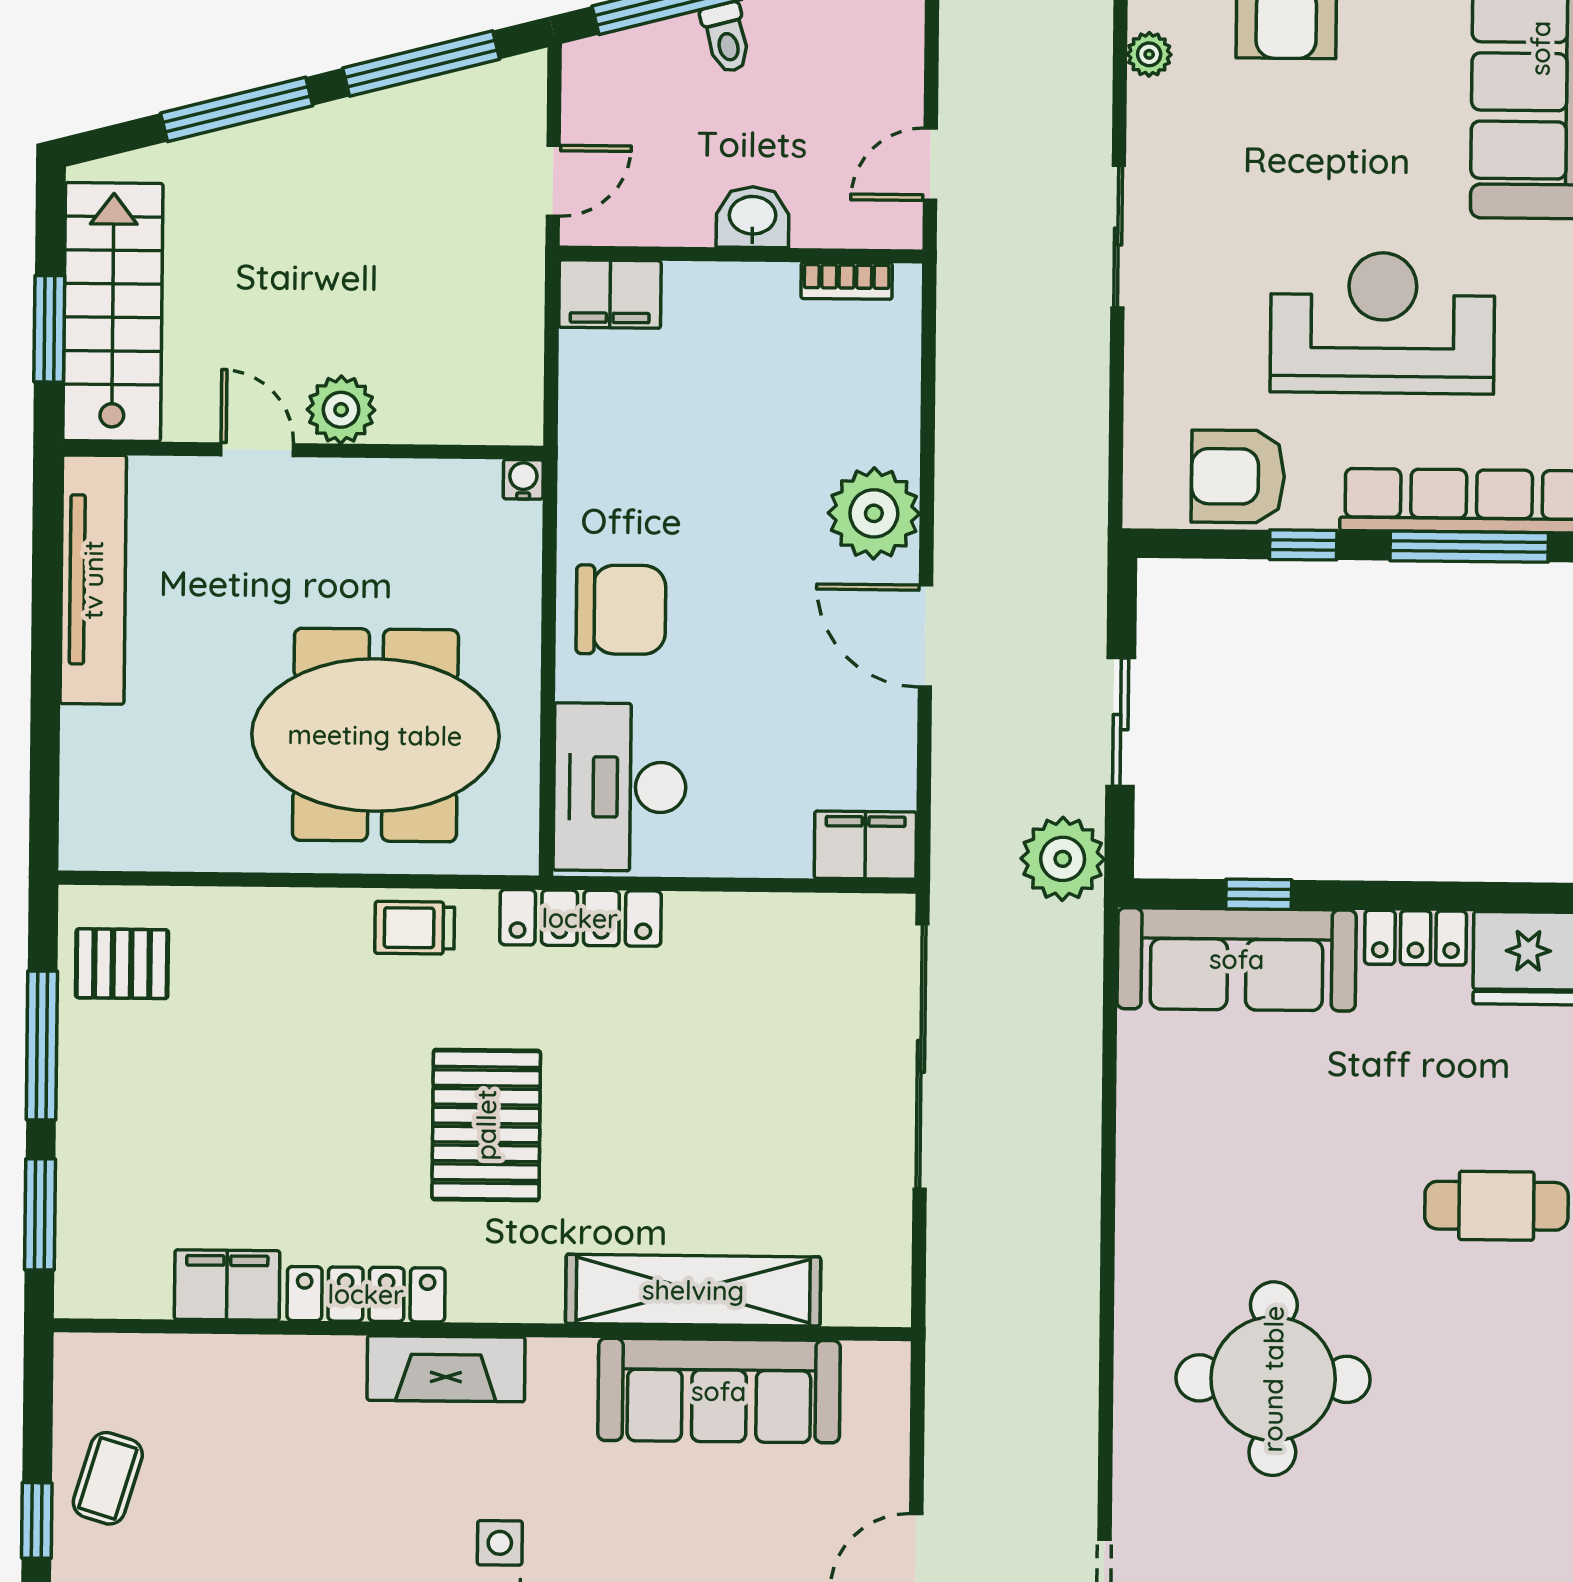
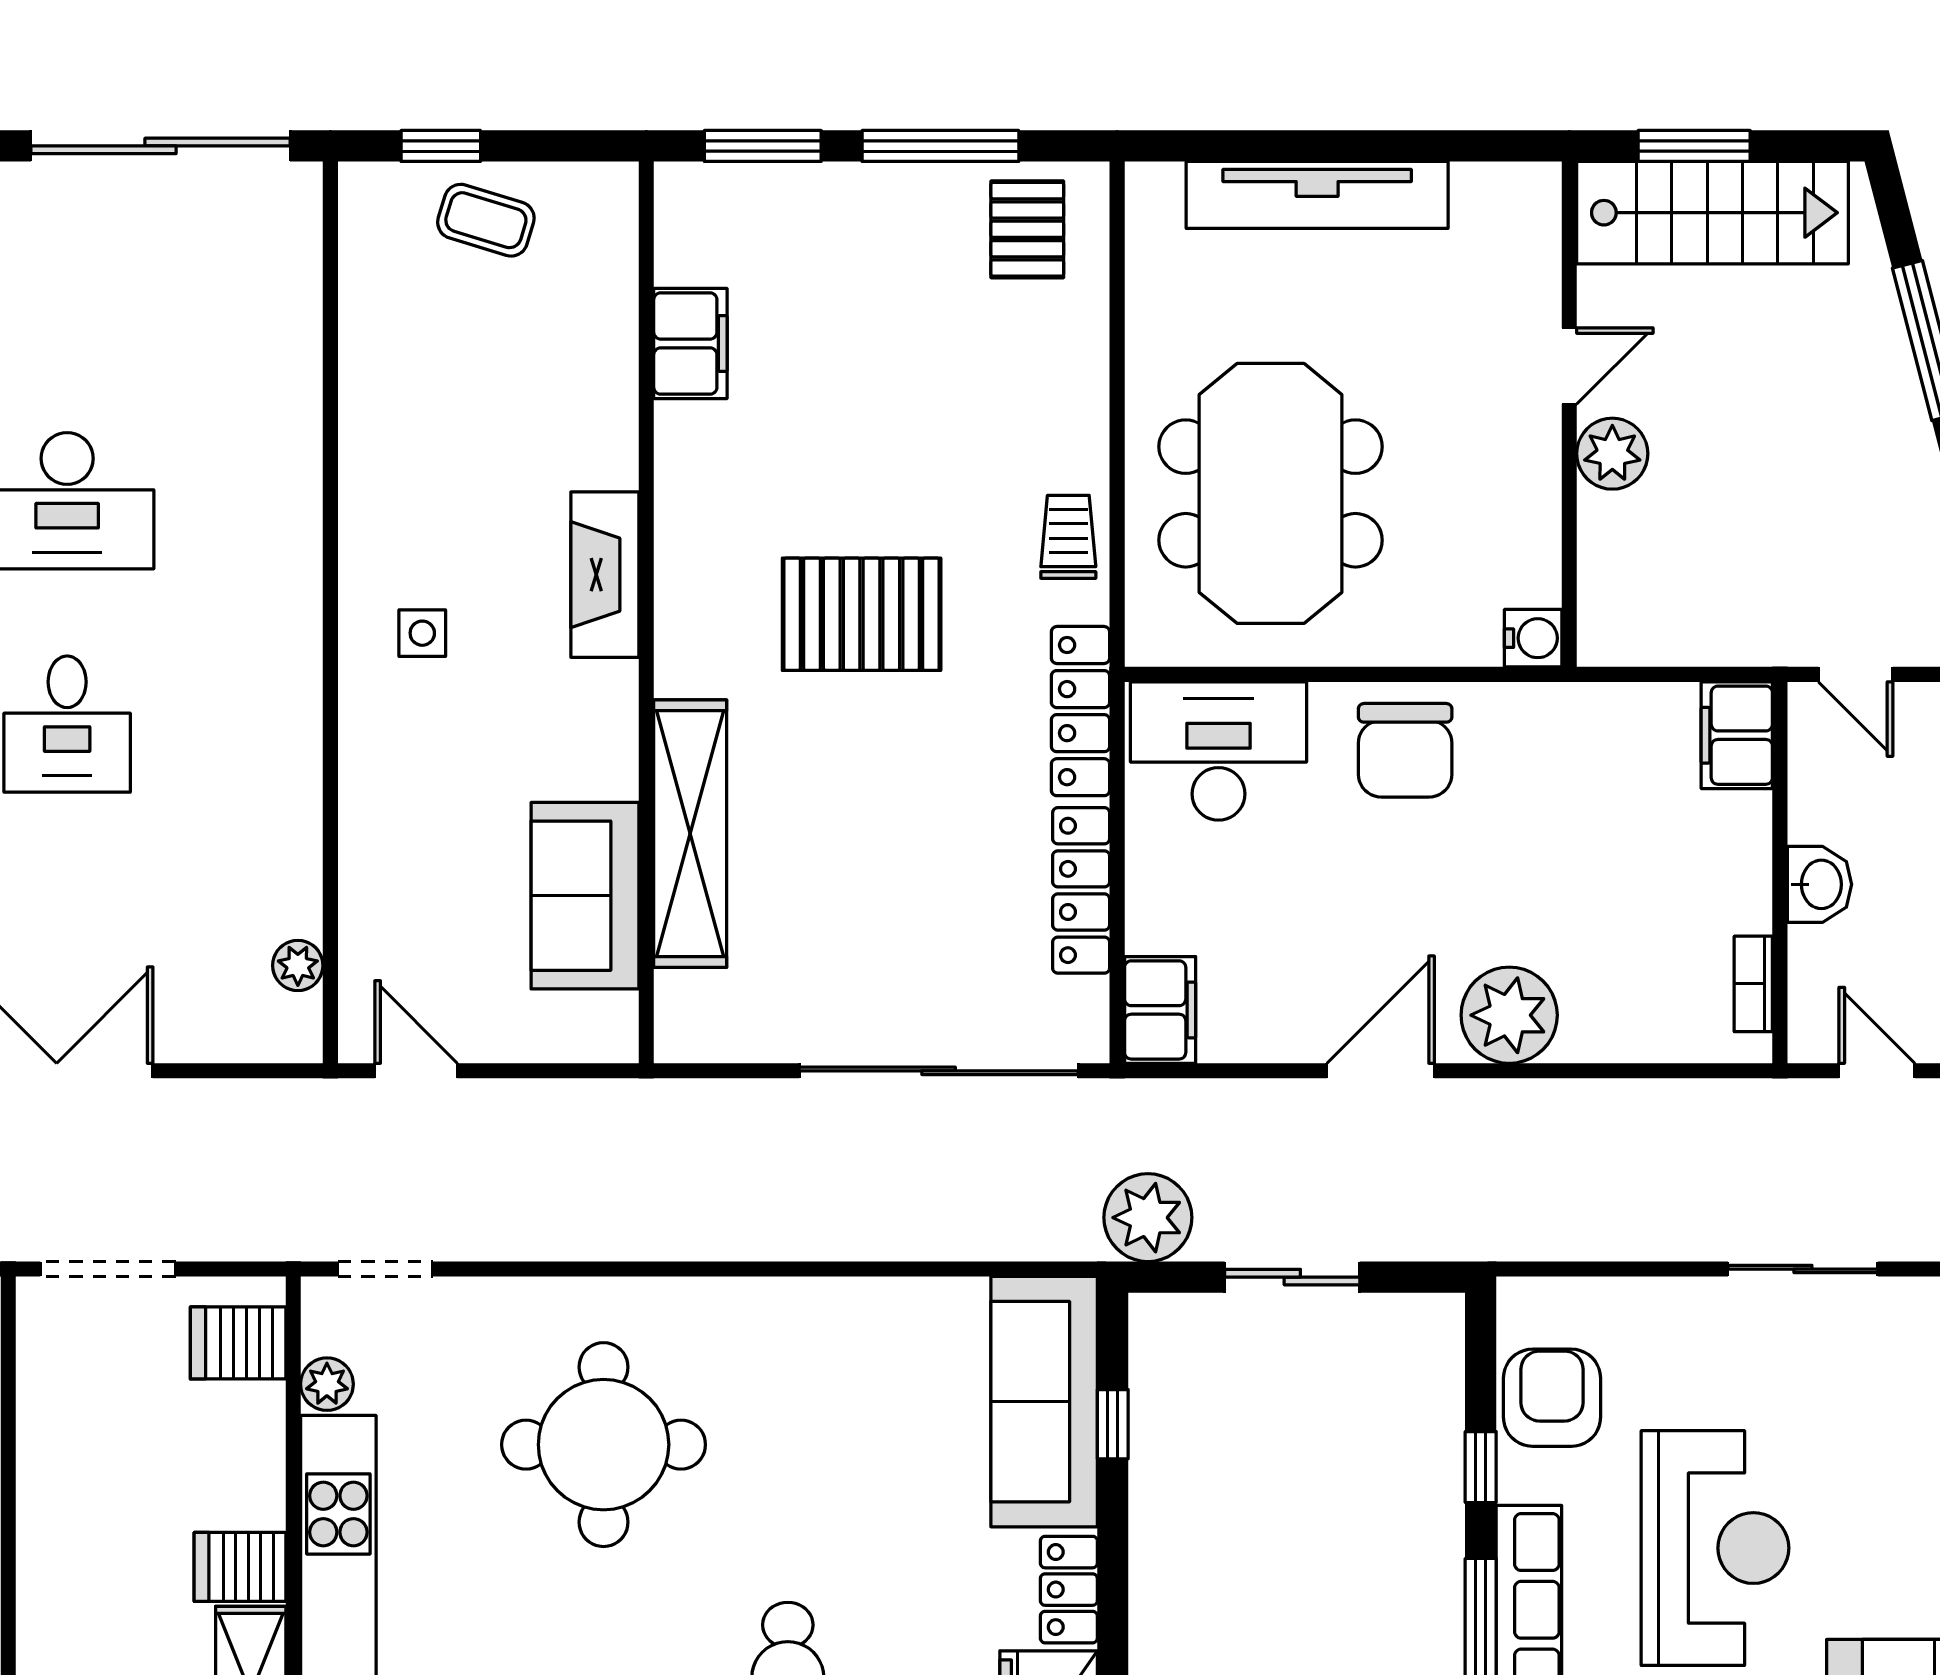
water cooler: (523, 479) -> (1533, 638), width x1.38, depth x1.38
tv unit: (93, 580) -> (1317, 195), moved
locker: (366, 1294) -> (1081, 890), moved, turned 180
sofa: (719, 1391) -> (585, 896), width x0.73

